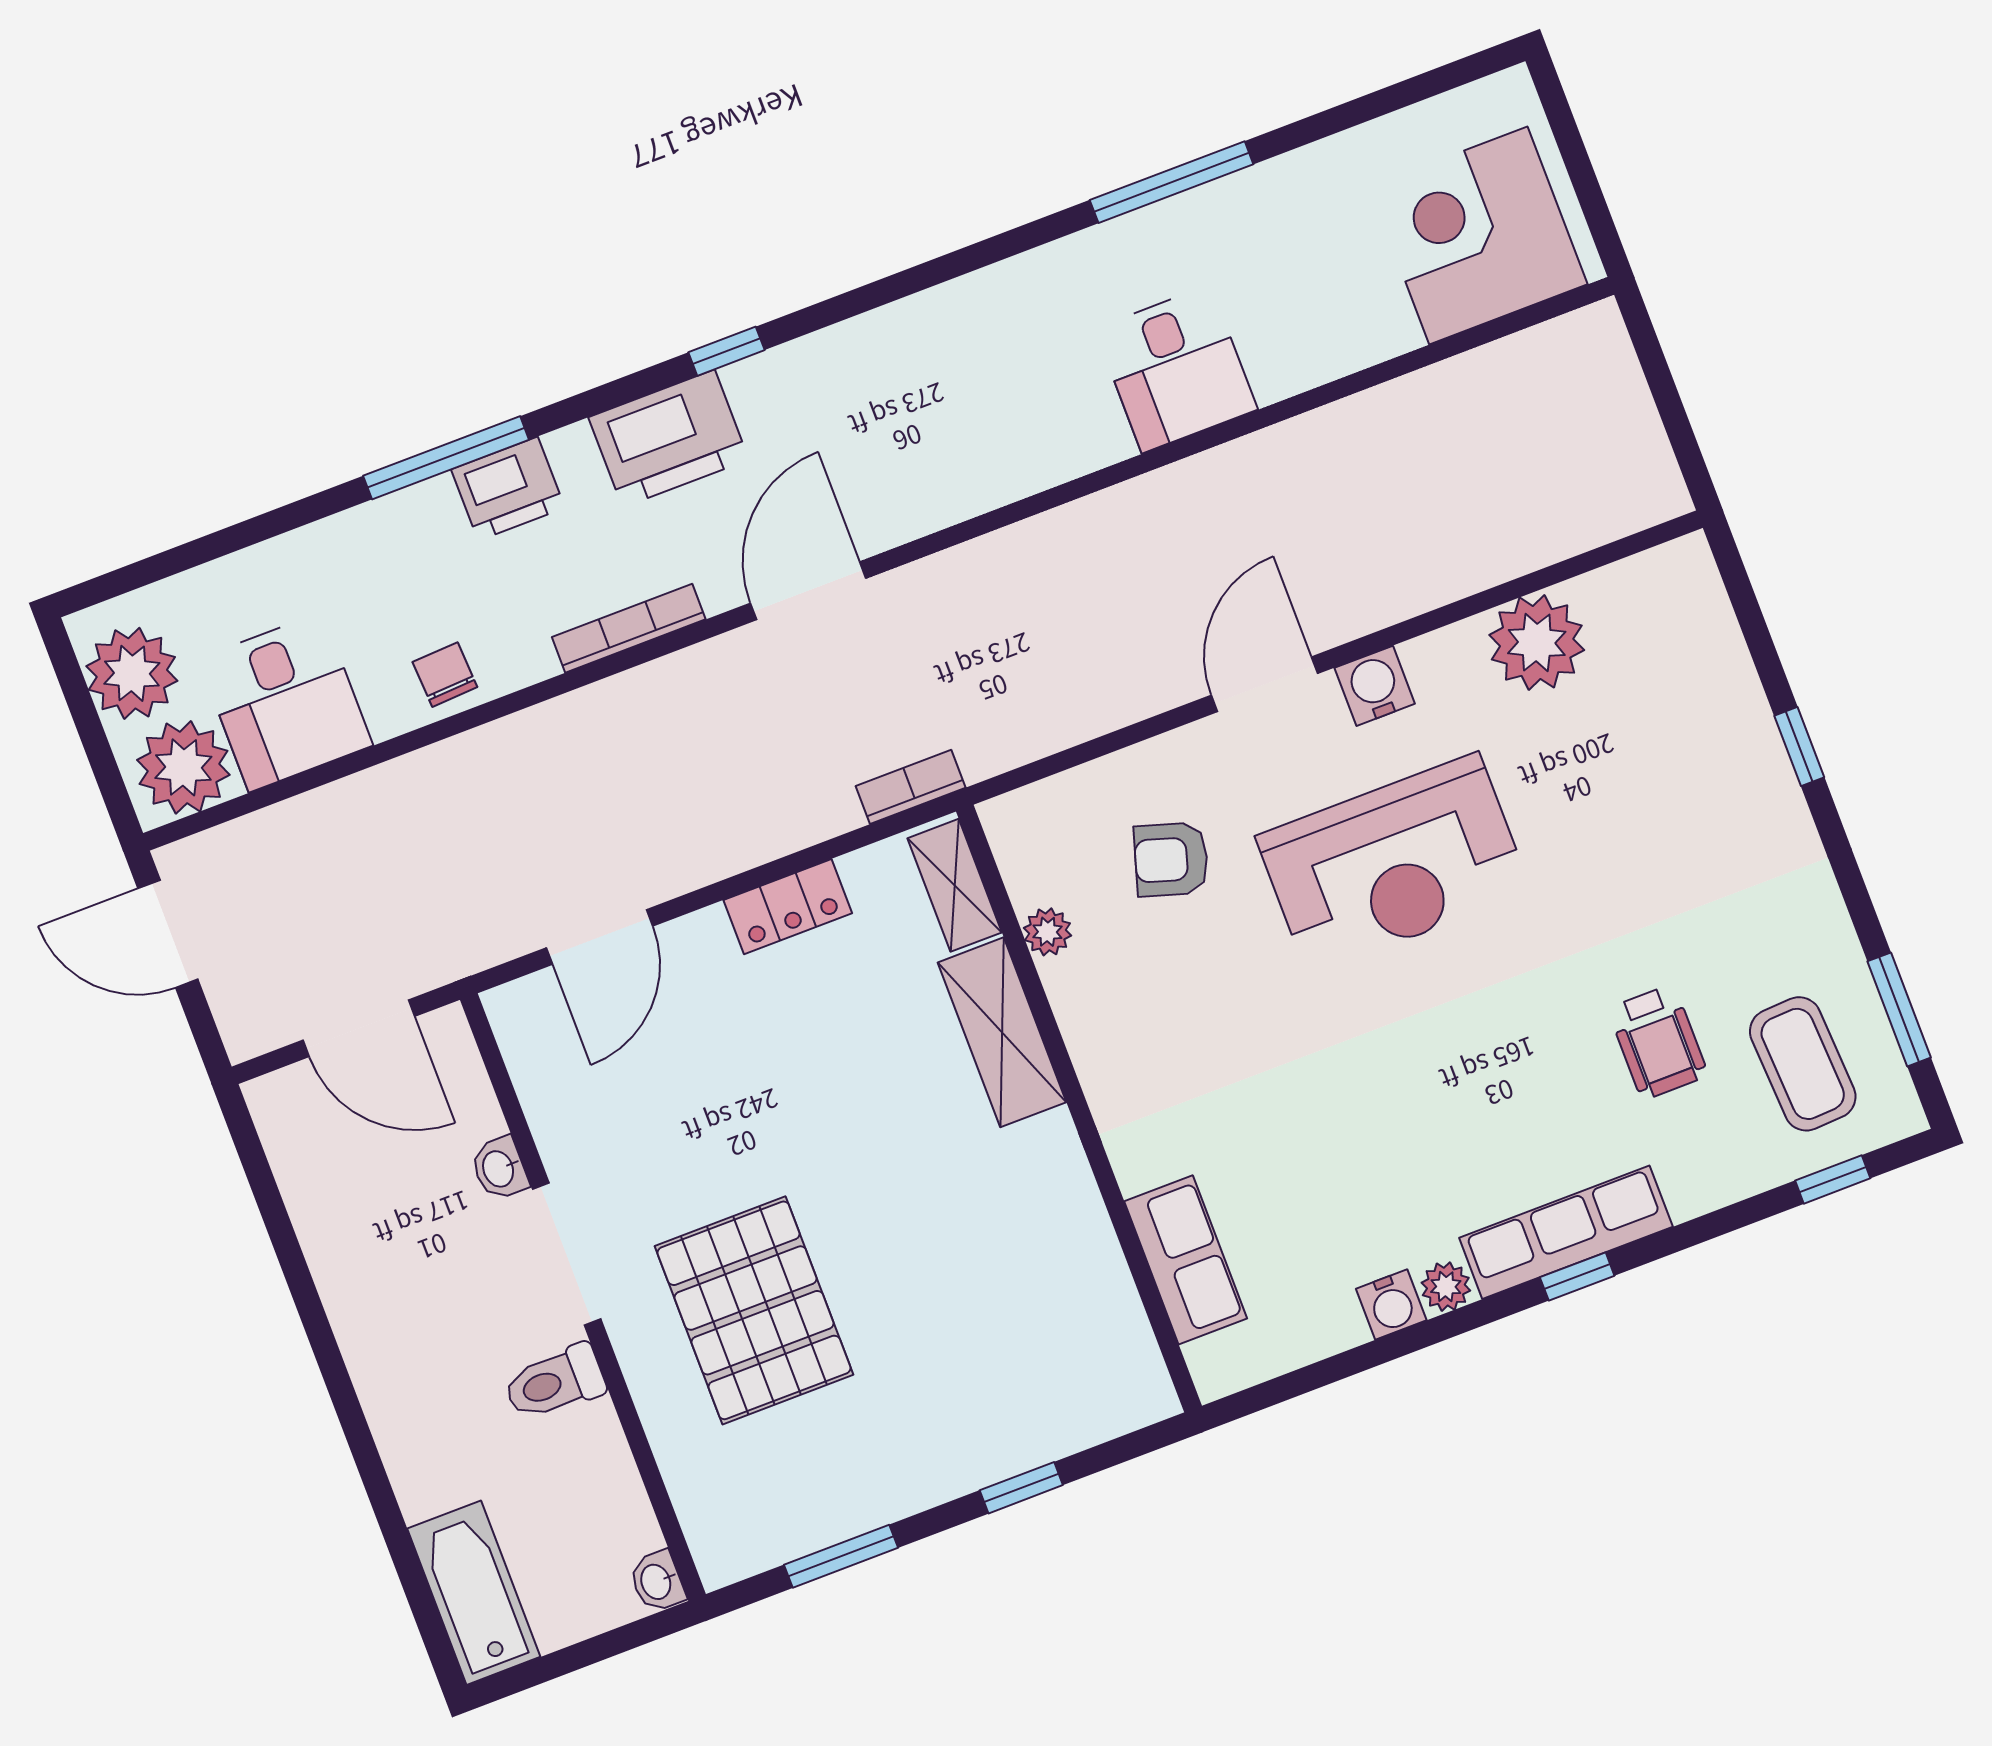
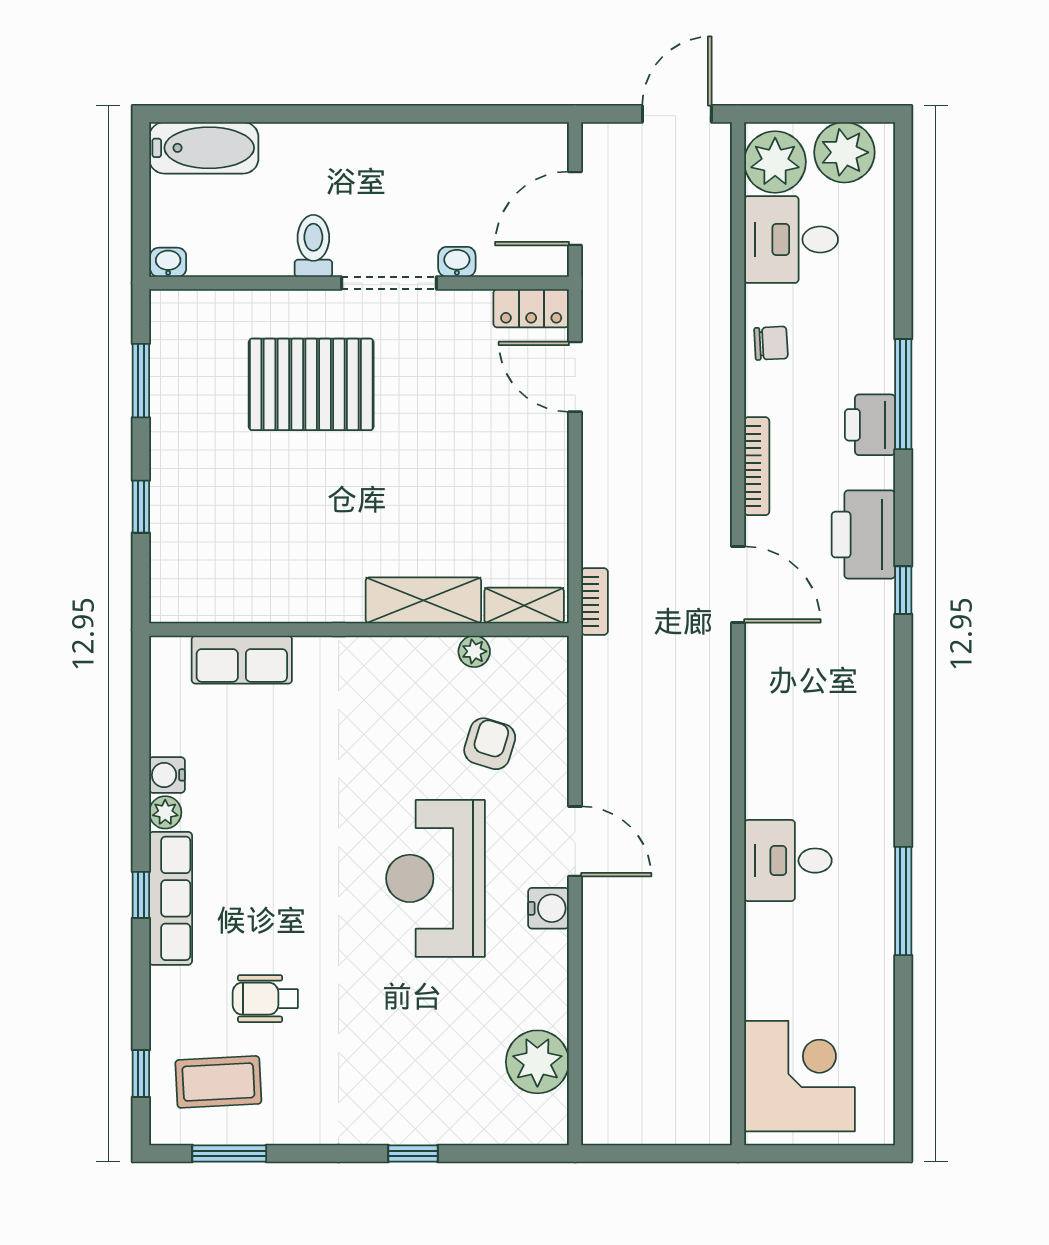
plant: (1537, 643) -> (537, 1062), moved
locker: (788, 907) -> (531, 308), moved, turned -90

